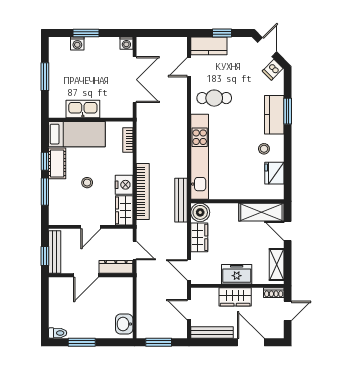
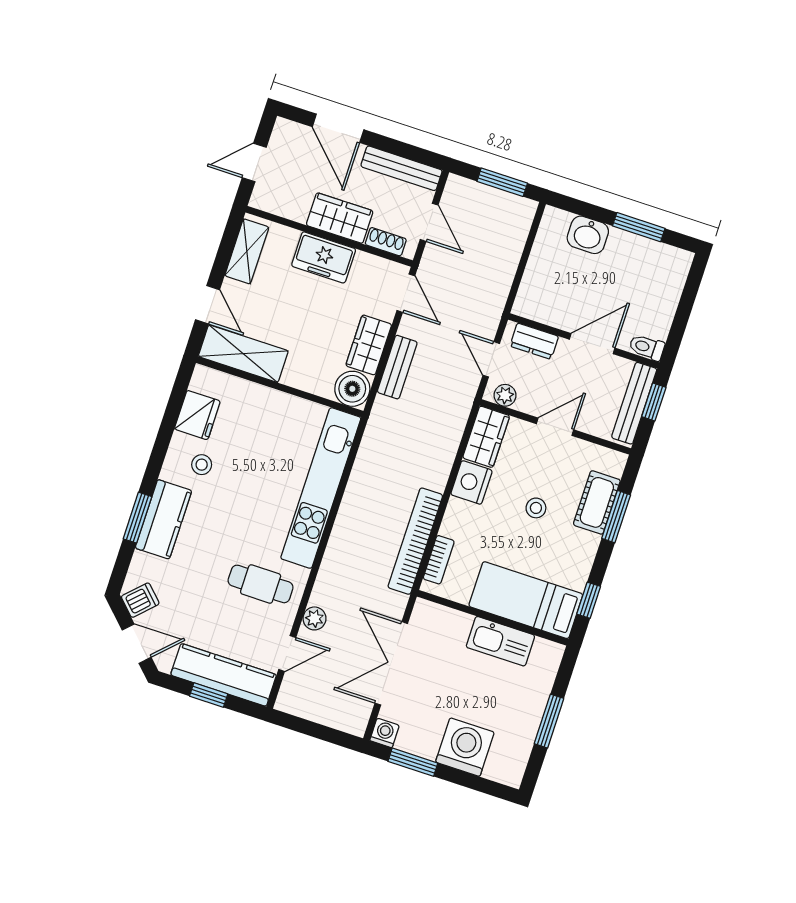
window: (86, 33) -> (413, 762), moved
washing machine: (77, 43) -> (465, 747), width x1.89, depth x1.89
kitchen counter: (209, 46) -> (224, 675), width x1.50
door: (267, 47) -> (137, 644), swing flipped
plant: (181, 90) -> (314, 618), added
window: (45, 161) -> (589, 600), moved
cot: (57, 163) -> (597, 502), moved
bookcase: (143, 191) -> (415, 541), moved
bench: (181, 200) -> (397, 367), moved, width x0.73
plant: (122, 235) -> (505, 395), added
dresser: (116, 267) -> (534, 341), width x0.70
shoe rack: (274, 293) -> (386, 242), moved
washbasin: (124, 324) -> (588, 235), moved, turned 90
toilet: (58, 333) -> (647, 347), moved

